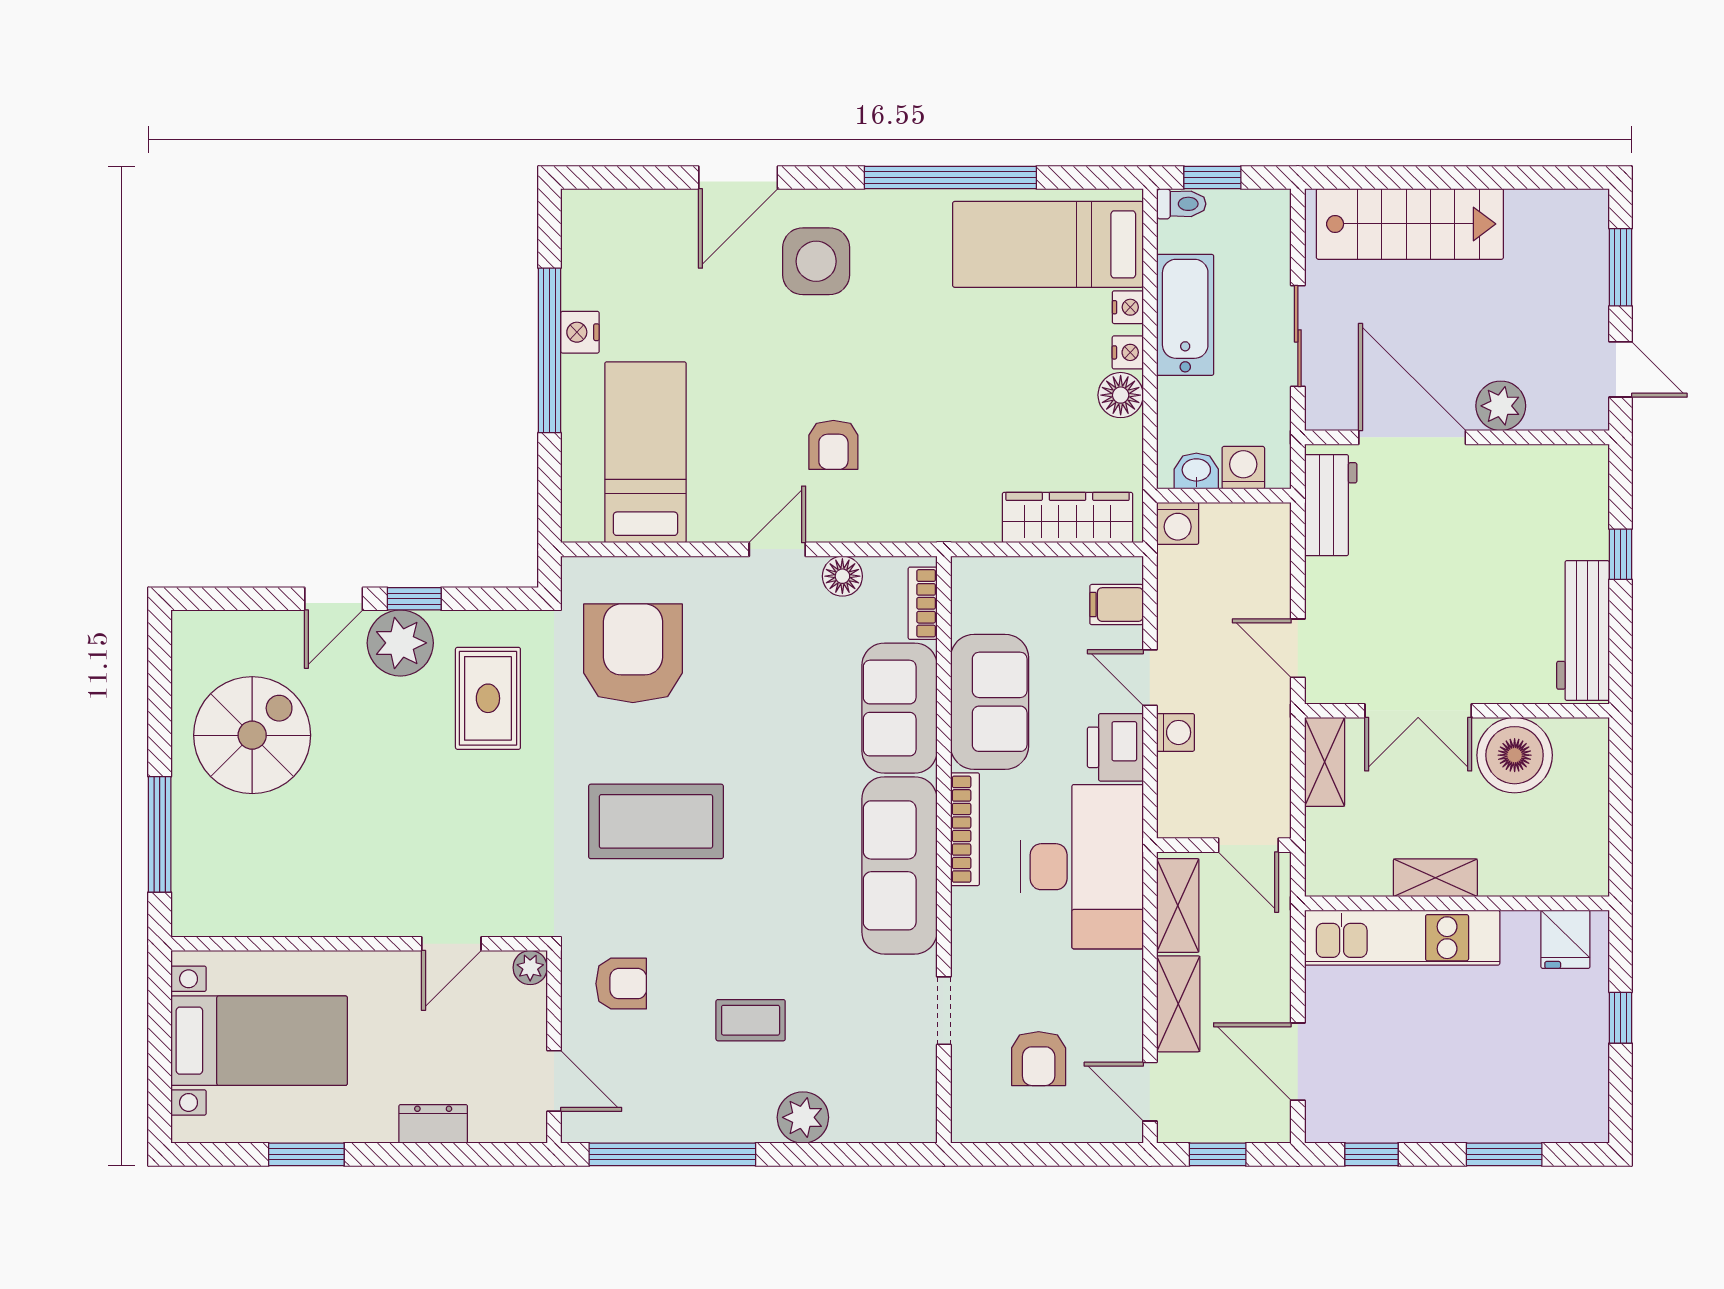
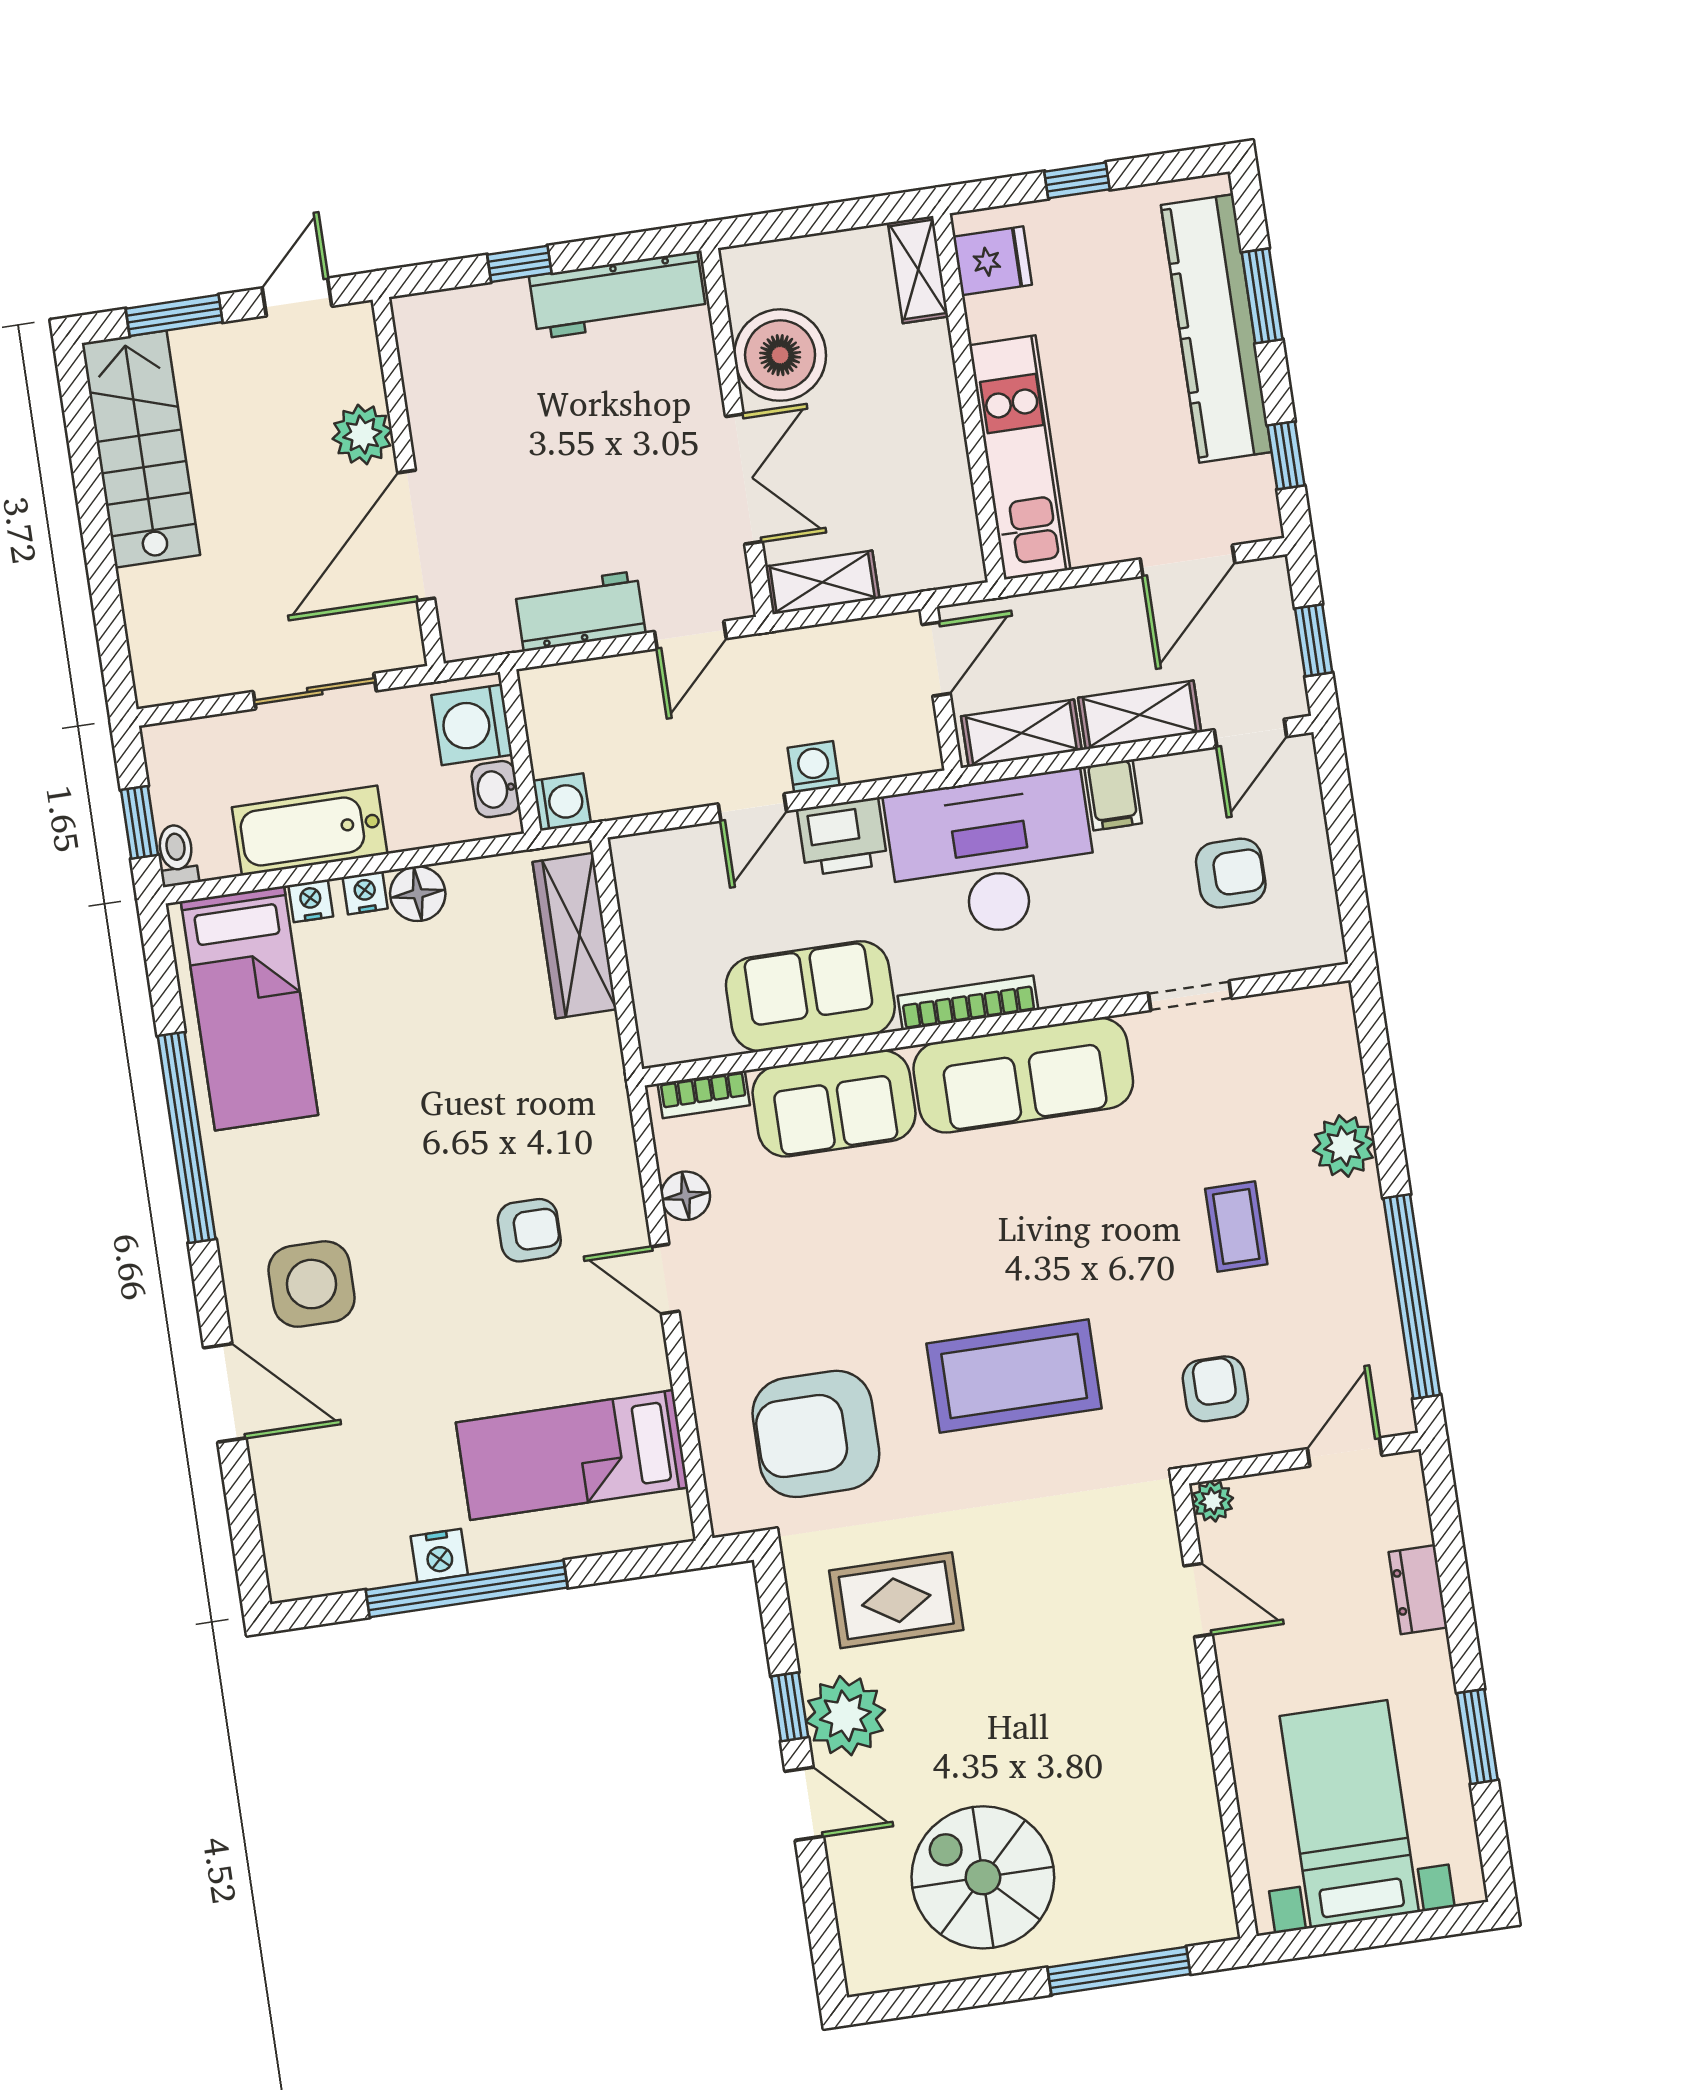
stairs: (1410, 224) -> (141, 449), moved
washing machine: (1243, 468) -> (472, 725), width x1.38, depth x1.38
workbench: (1331, 505) -> (580, 611), moved
filing cabinet: (1117, 605) -> (1113, 795), moved
coffee table: (656, 821) -> (1014, 1376), turned 90
shelving: (1435, 878) -> (918, 270), moved
kitchen counter: (1483, 1113) -> (1216, 328), added

